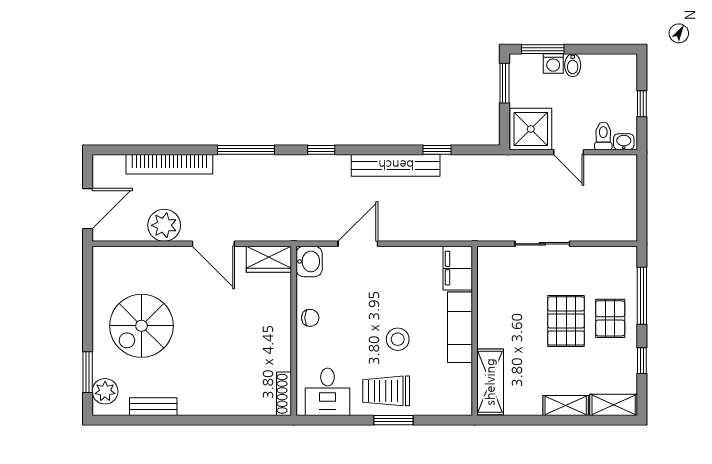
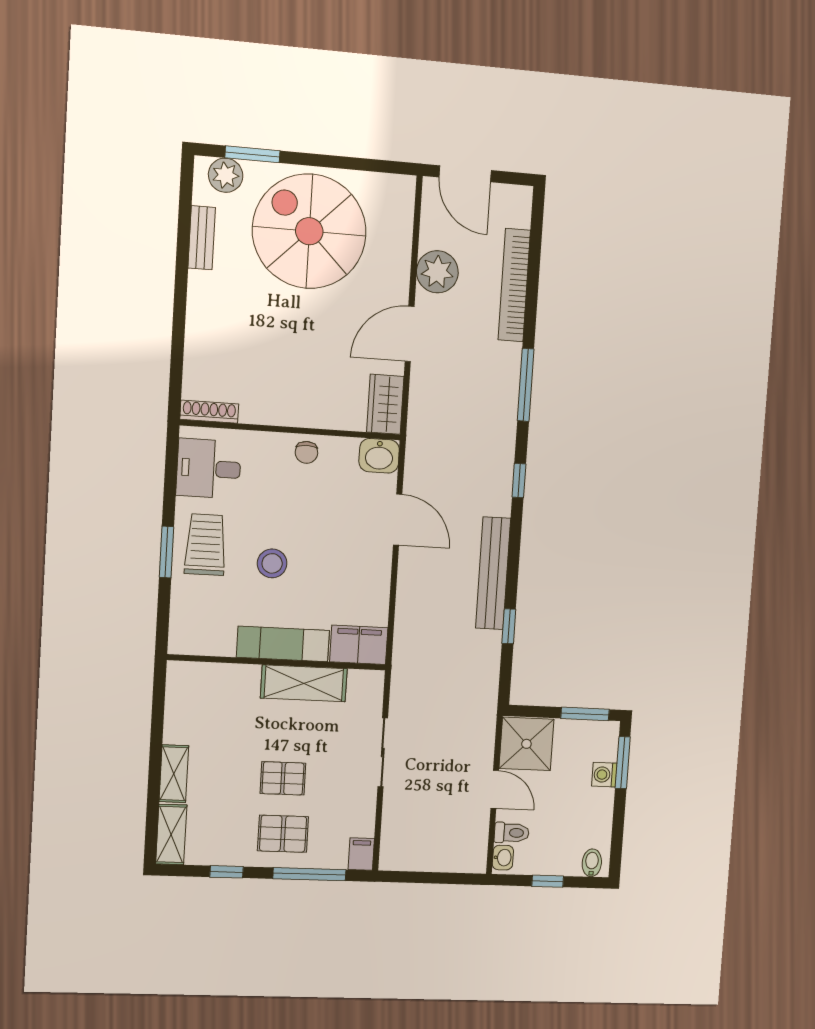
bidet: (573, 65) -> (592, 863), moved, turned 90
door: (569, 152) -> (495, 789), swing flipped
filing cabinet: (624, 256) -> (361, 854), added
pallet: (566, 321) -> (283, 778), width x0.67, depth x0.71
spiral stairs: (141, 326) -> (309, 231), width x1.37, depth x1.37
shelving: (490, 382) -> (304, 683), moved

